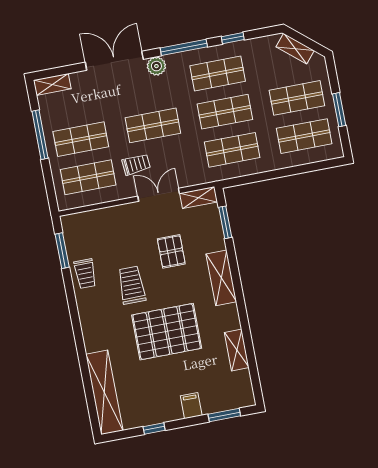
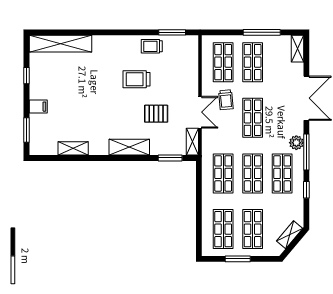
plant: (156, 66) -> (296, 143), moved
trolley: (132, 285) -> (137, 79), turned 180
pallet: (167, 332) -> (97, 99), removed

